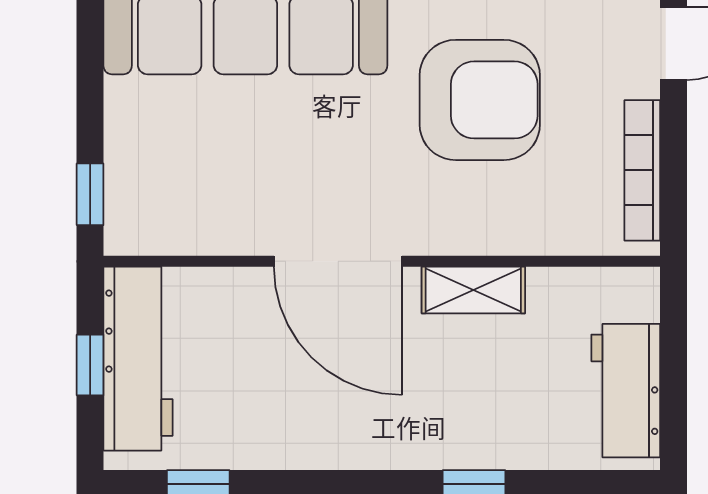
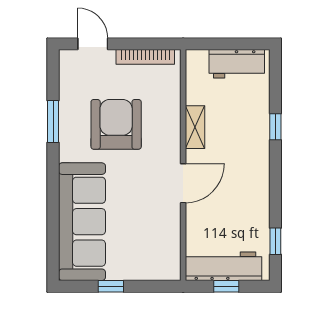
window: (90, 194) -> (111, 286), moved
door: (338, 261) -> (183, 183), width x0.73

